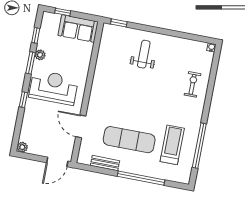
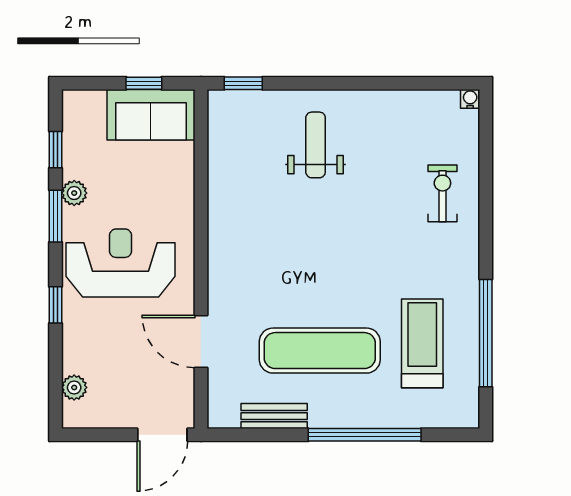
window: (63, 12) -> (144, 83), moved
plant: (22, 147) -> (74, 387), moved

